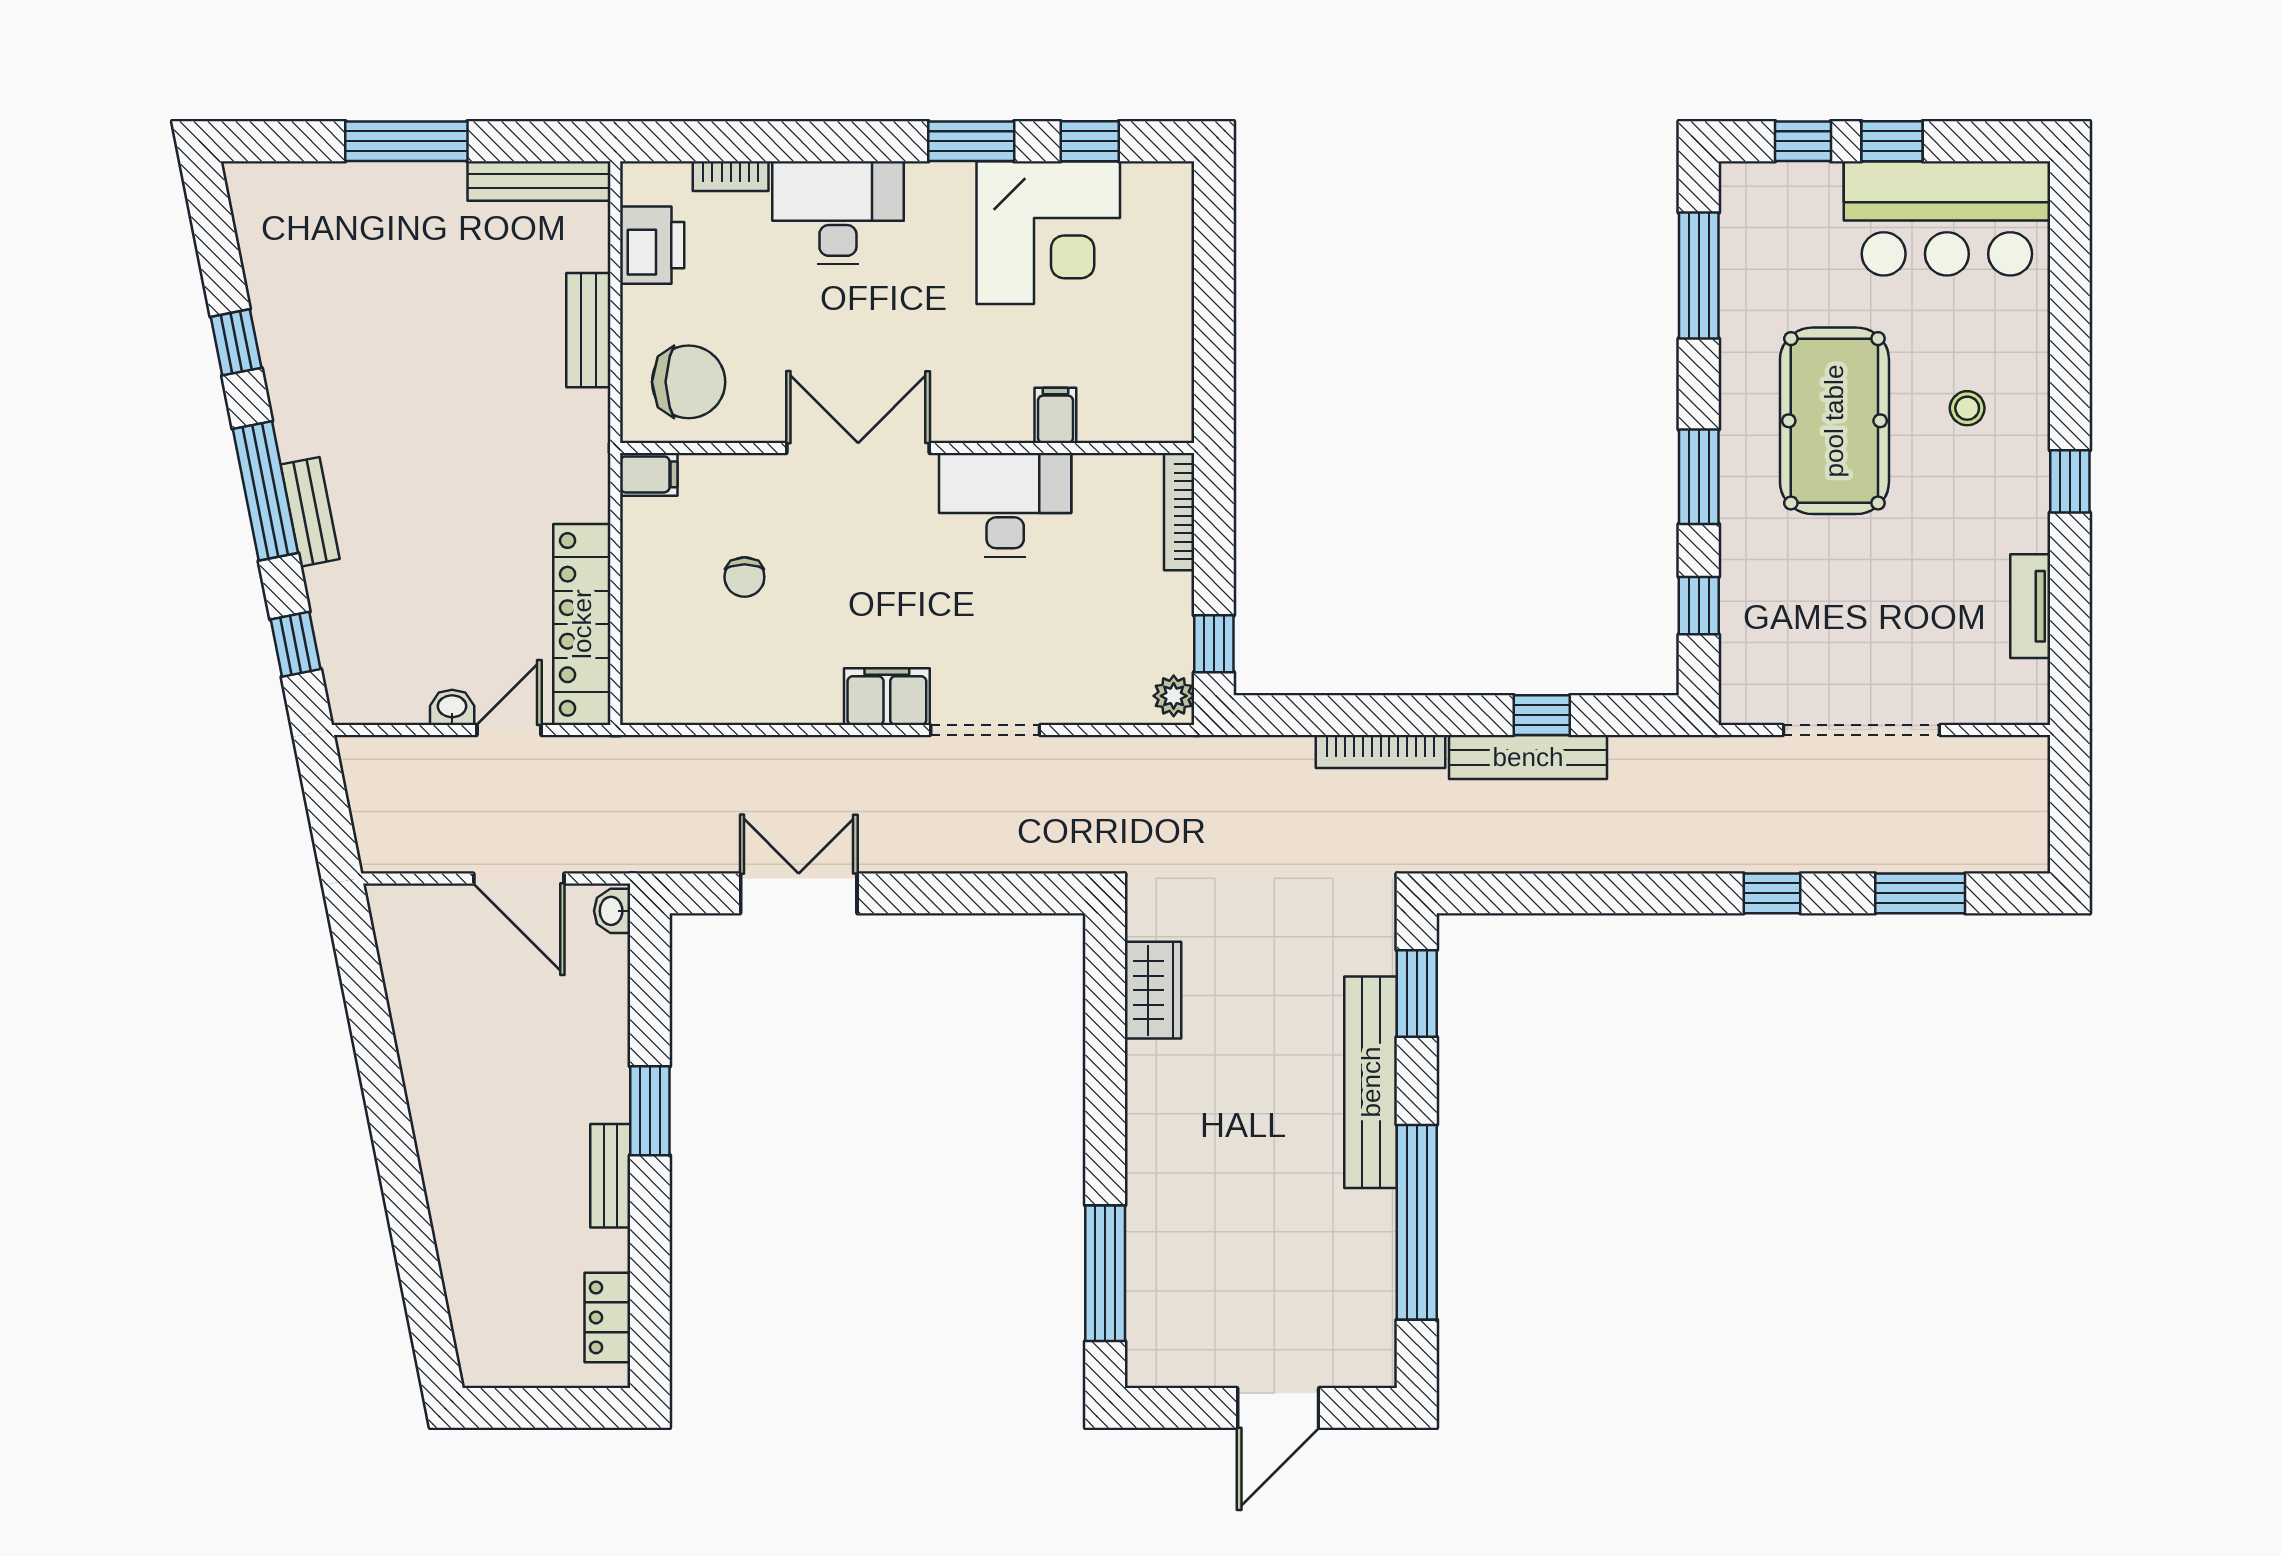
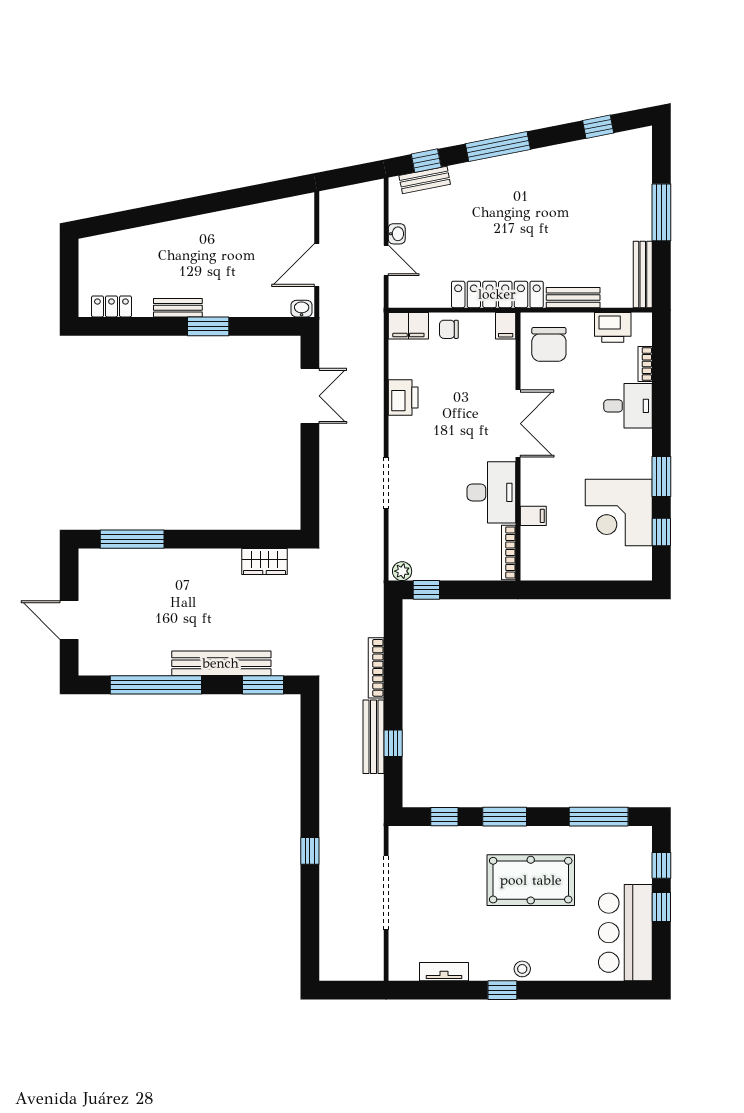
desk: (838, 213) -> (628, 406), width x0.73
window: (236, 342) -> (598, 127), moved
stool: (1967, 408) -> (522, 969), moved
bench: (310, 512) -> (425, 180), moved
bookcase: (1179, 512) -> (509, 553), moved, turned -90
chair: (744, 577) -> (449, 329), moved
locker: (582, 624) -> (497, 294), moved
printer: (802, 694) -> (403, 397), added
filing cabinet: (887, 697) -> (408, 326), moved, turned 90
window: (1920, 893) -> (310, 920), removed

